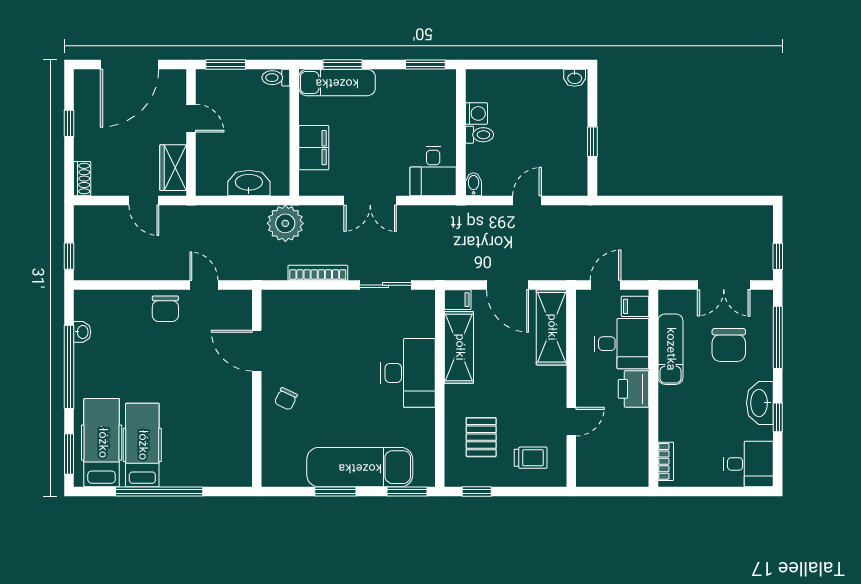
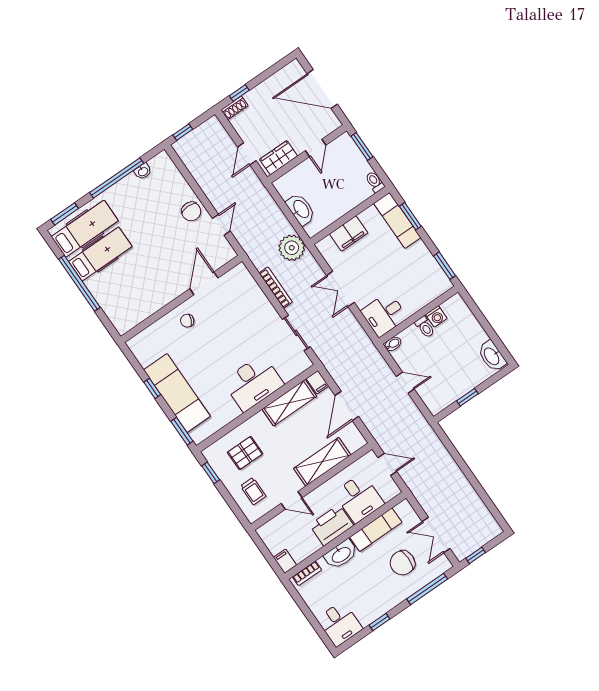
washbasin: (575, 78) -> (492, 356), width x1.91, depth x1.45
window: (69, 123) -> (239, 93), moved
filing cabinet: (635, 306) -> (285, 561), moved
chair: (165, 309) -> (191, 211), turned -90
shelving: (551, 327) -> (322, 462), moved
printer: (633, 389) -> (331, 525), width x1.37, depth x1.19
washbasin: (760, 403) -> (341, 555), moved, turned 180
window: (335, 492) -> (152, 388), width x0.67

